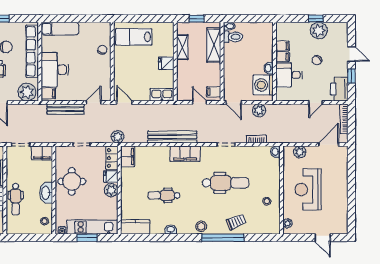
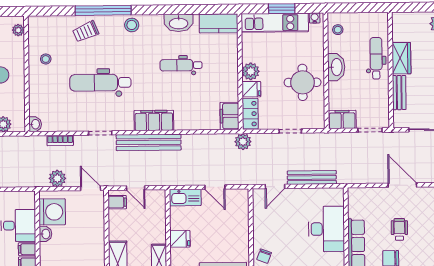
plant: (27, 92) -> (363, 199), removed
filing cabinet: (48, 93) -> (334, 198), removed
door: (124, 102) -> (215, 187), moved
bench: (172, 137) -> (149, 142), moved
dental chair: (164, 195) -> (181, 65), turned 180
washbasin: (171, 230) -> (179, 23), width x1.91, depth x1.45

